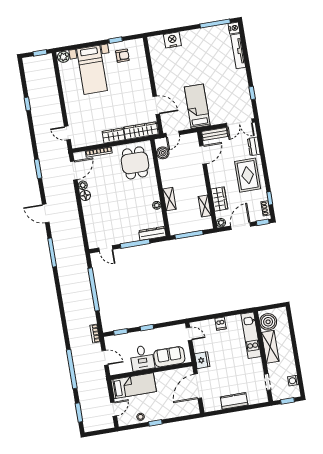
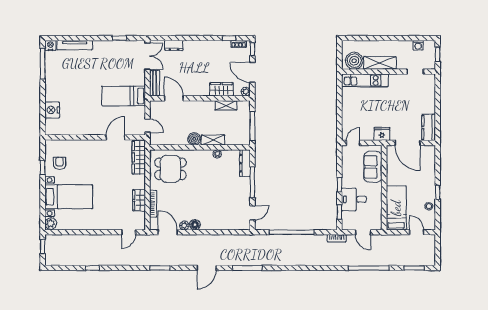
wardrobe: (113, 136) -> (139, 200), moved
boiler: (163, 153) -> (194, 139), moved
rug: (248, 175) -> (202, 57), removed
dishwasher: (220, 324) -> (348, 109), removed
door: (105, 358) -> (363, 232), swing flipped
desk: (142, 358) -> (354, 199), moved, turned 180
kitchen counter: (234, 401) -> (429, 127), moved

